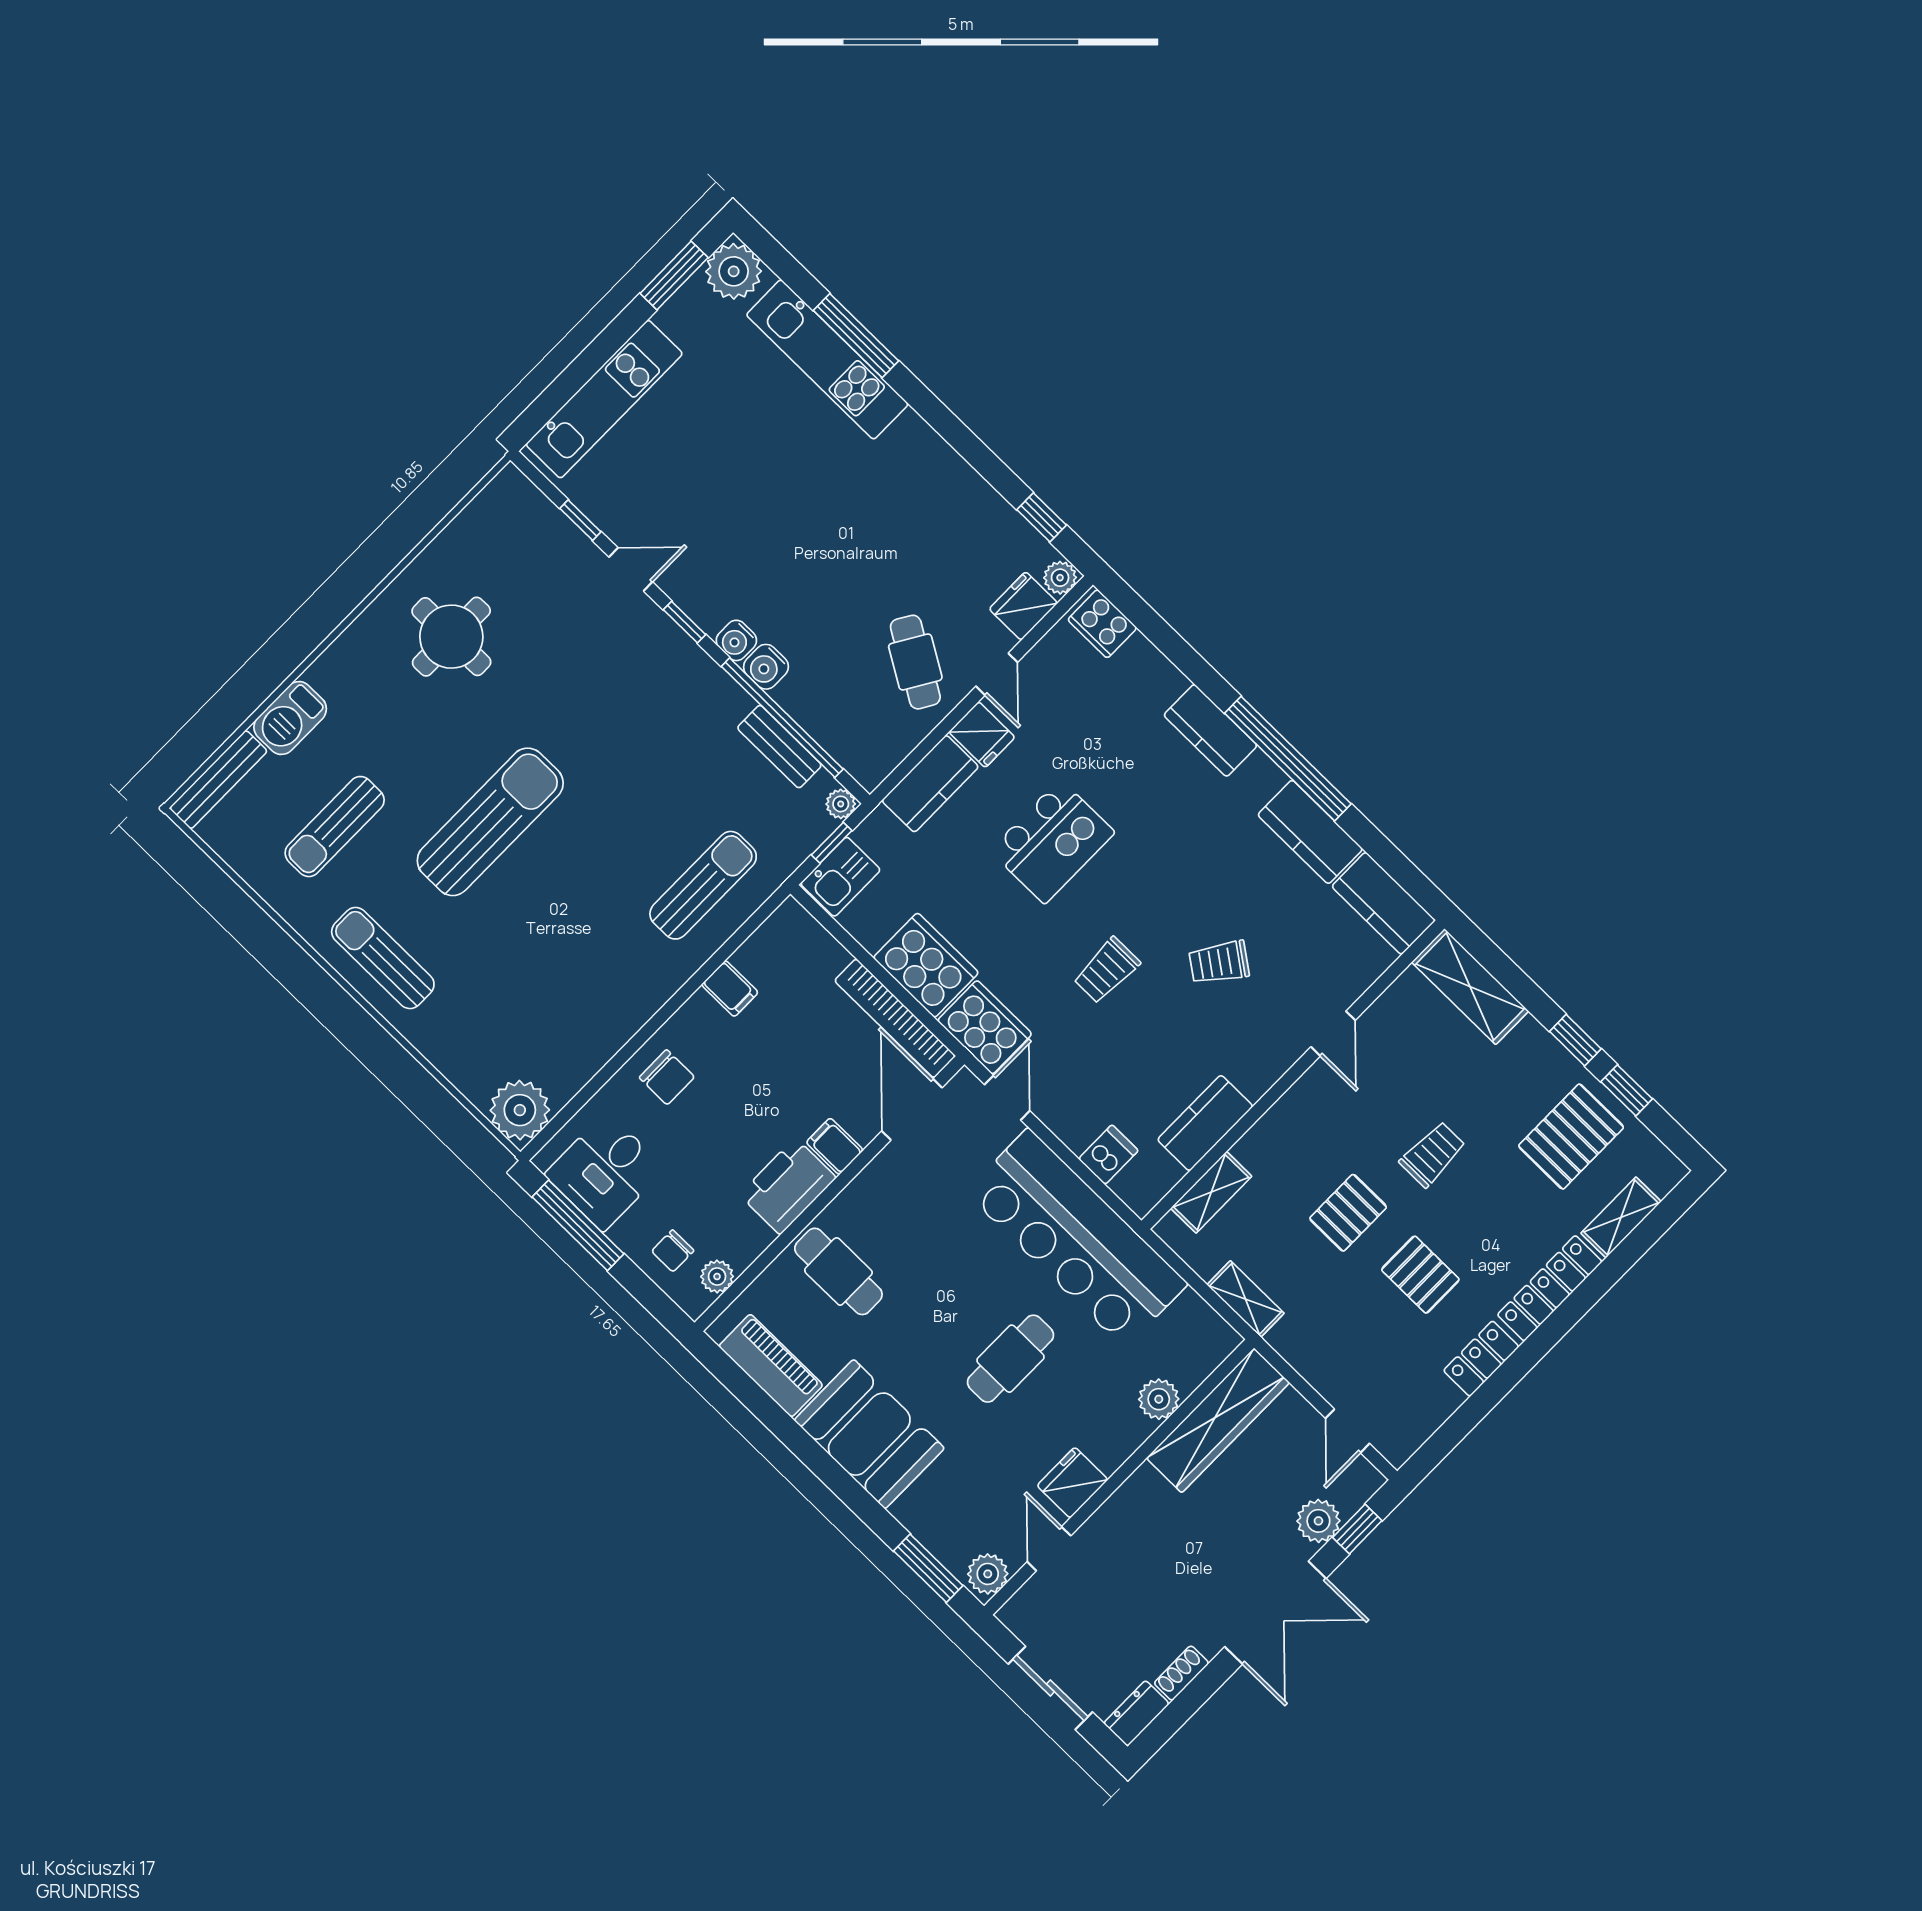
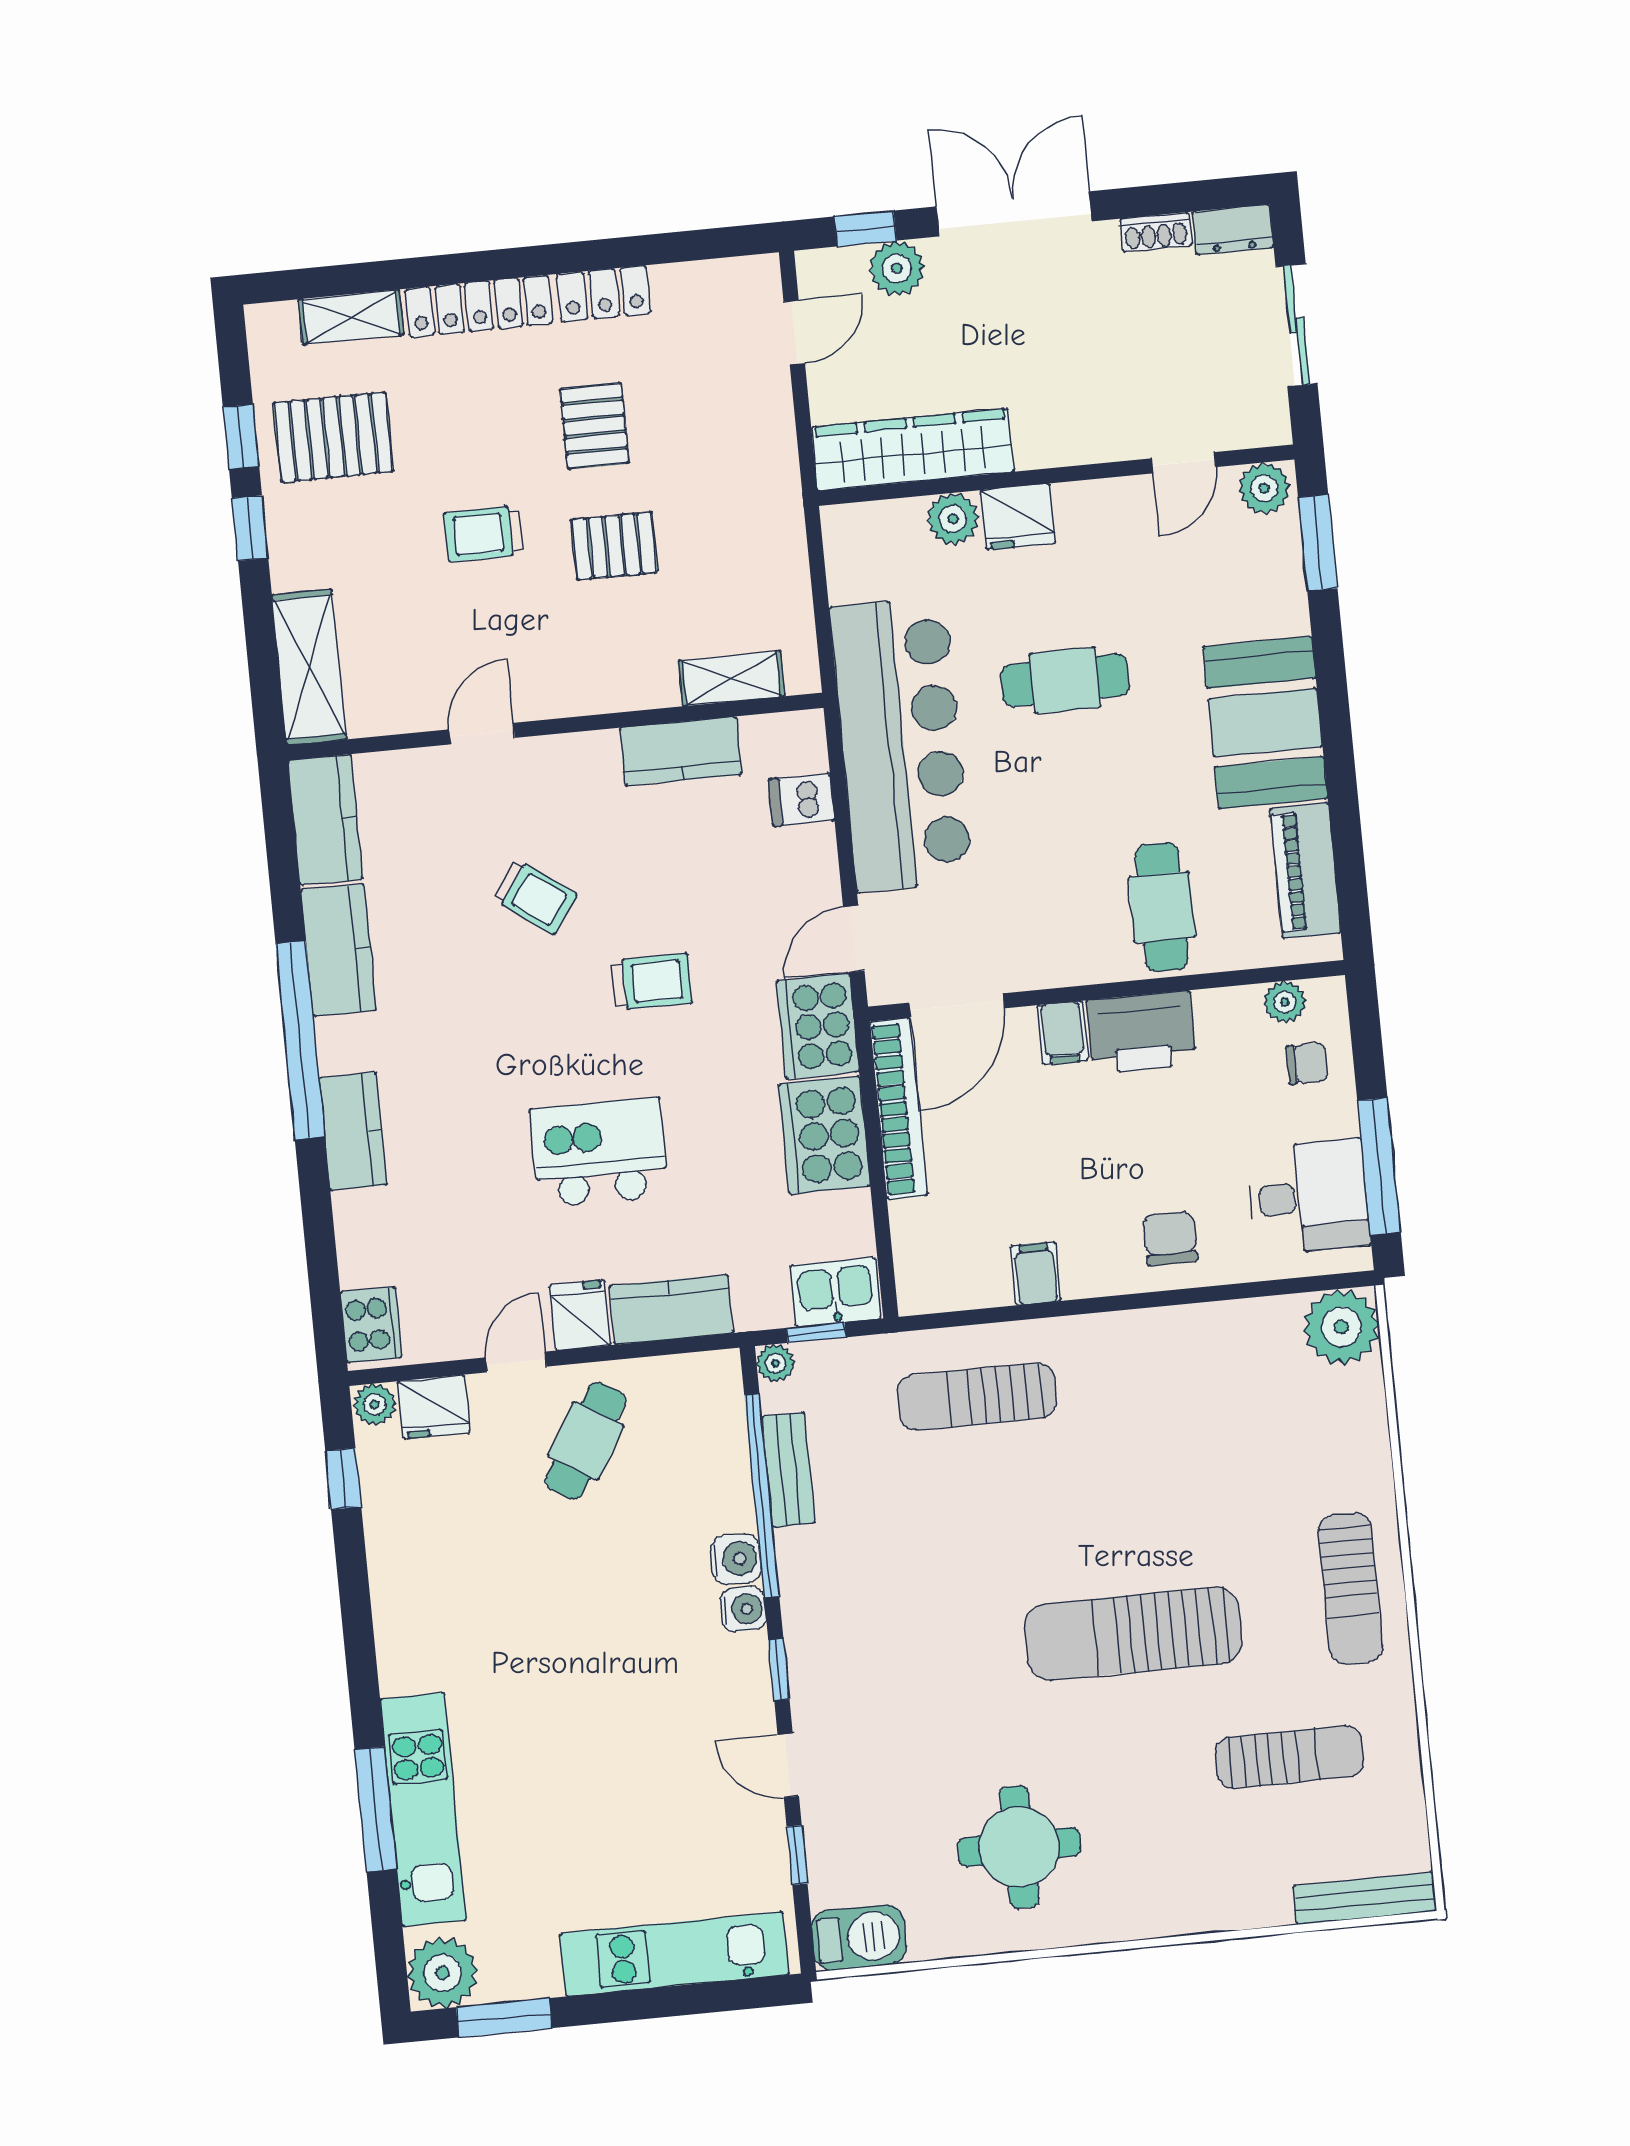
barbecue: (290, 718) -> (859, 1937), moved
shelving: (1245, 1299) -> (786, 546), removed
fridge: (1072, 1483) -> (1018, 517), moved

